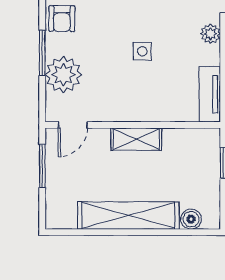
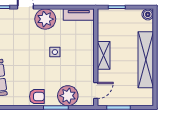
plant: (211, 34) -> (45, 19), width x1.87, depth x1.87
door: (73, 125) -> (96, 91), hinge flipped
boiler: (191, 219) -> (148, 14), moved

